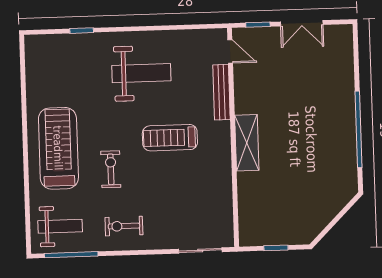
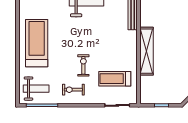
treadmill: (170, 138) -> (115, 79), moved
shelving: (247, 143) -> (147, 51), width x1.47
exercise bike: (111, 169) -> (83, 65), moved

